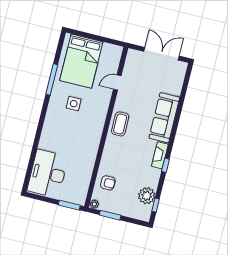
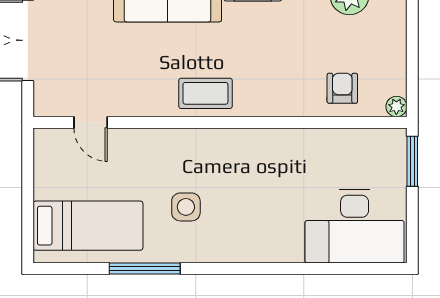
bed: (81, 61) -> (88, 226), width x0.67
door: (117, 82) -> (91, 122), moved
window: (110, 215) -> (412, 65), removed

